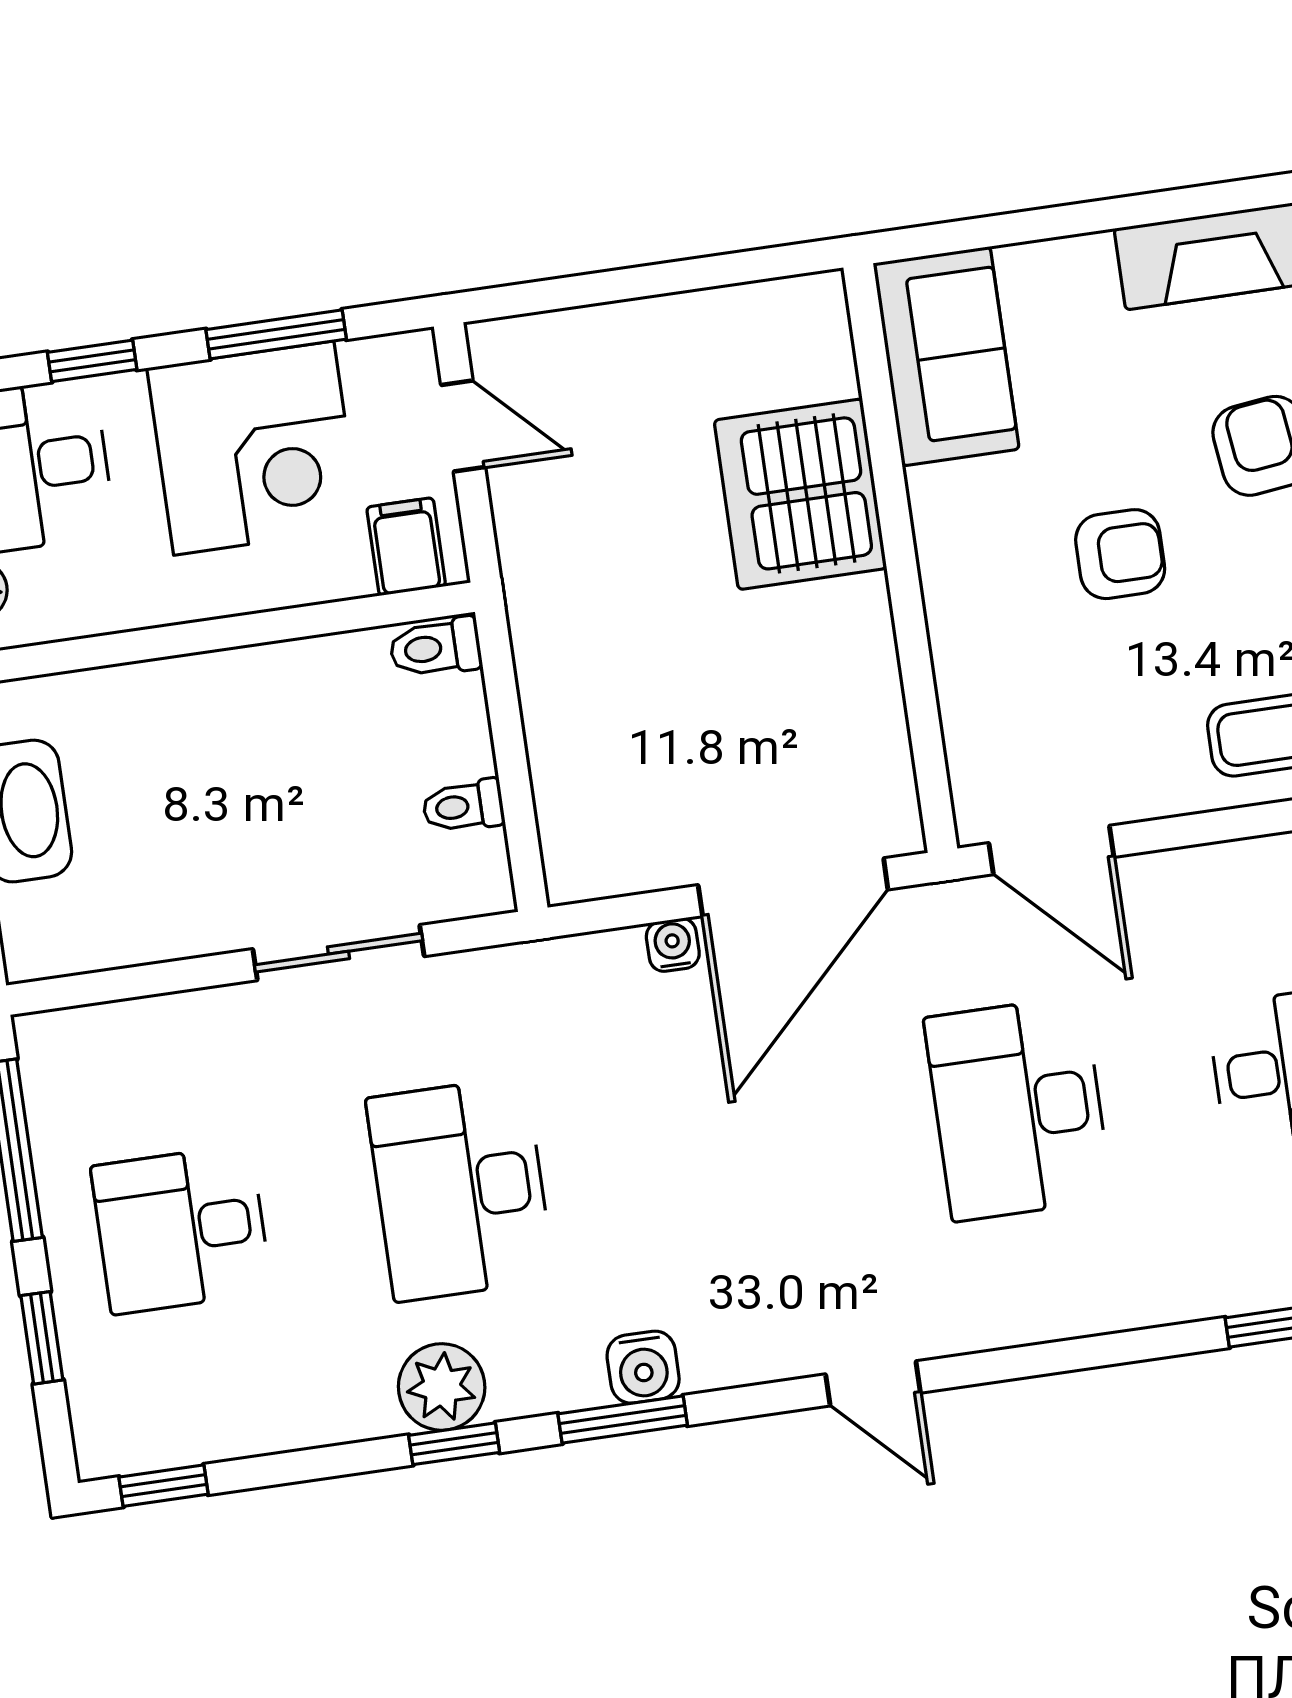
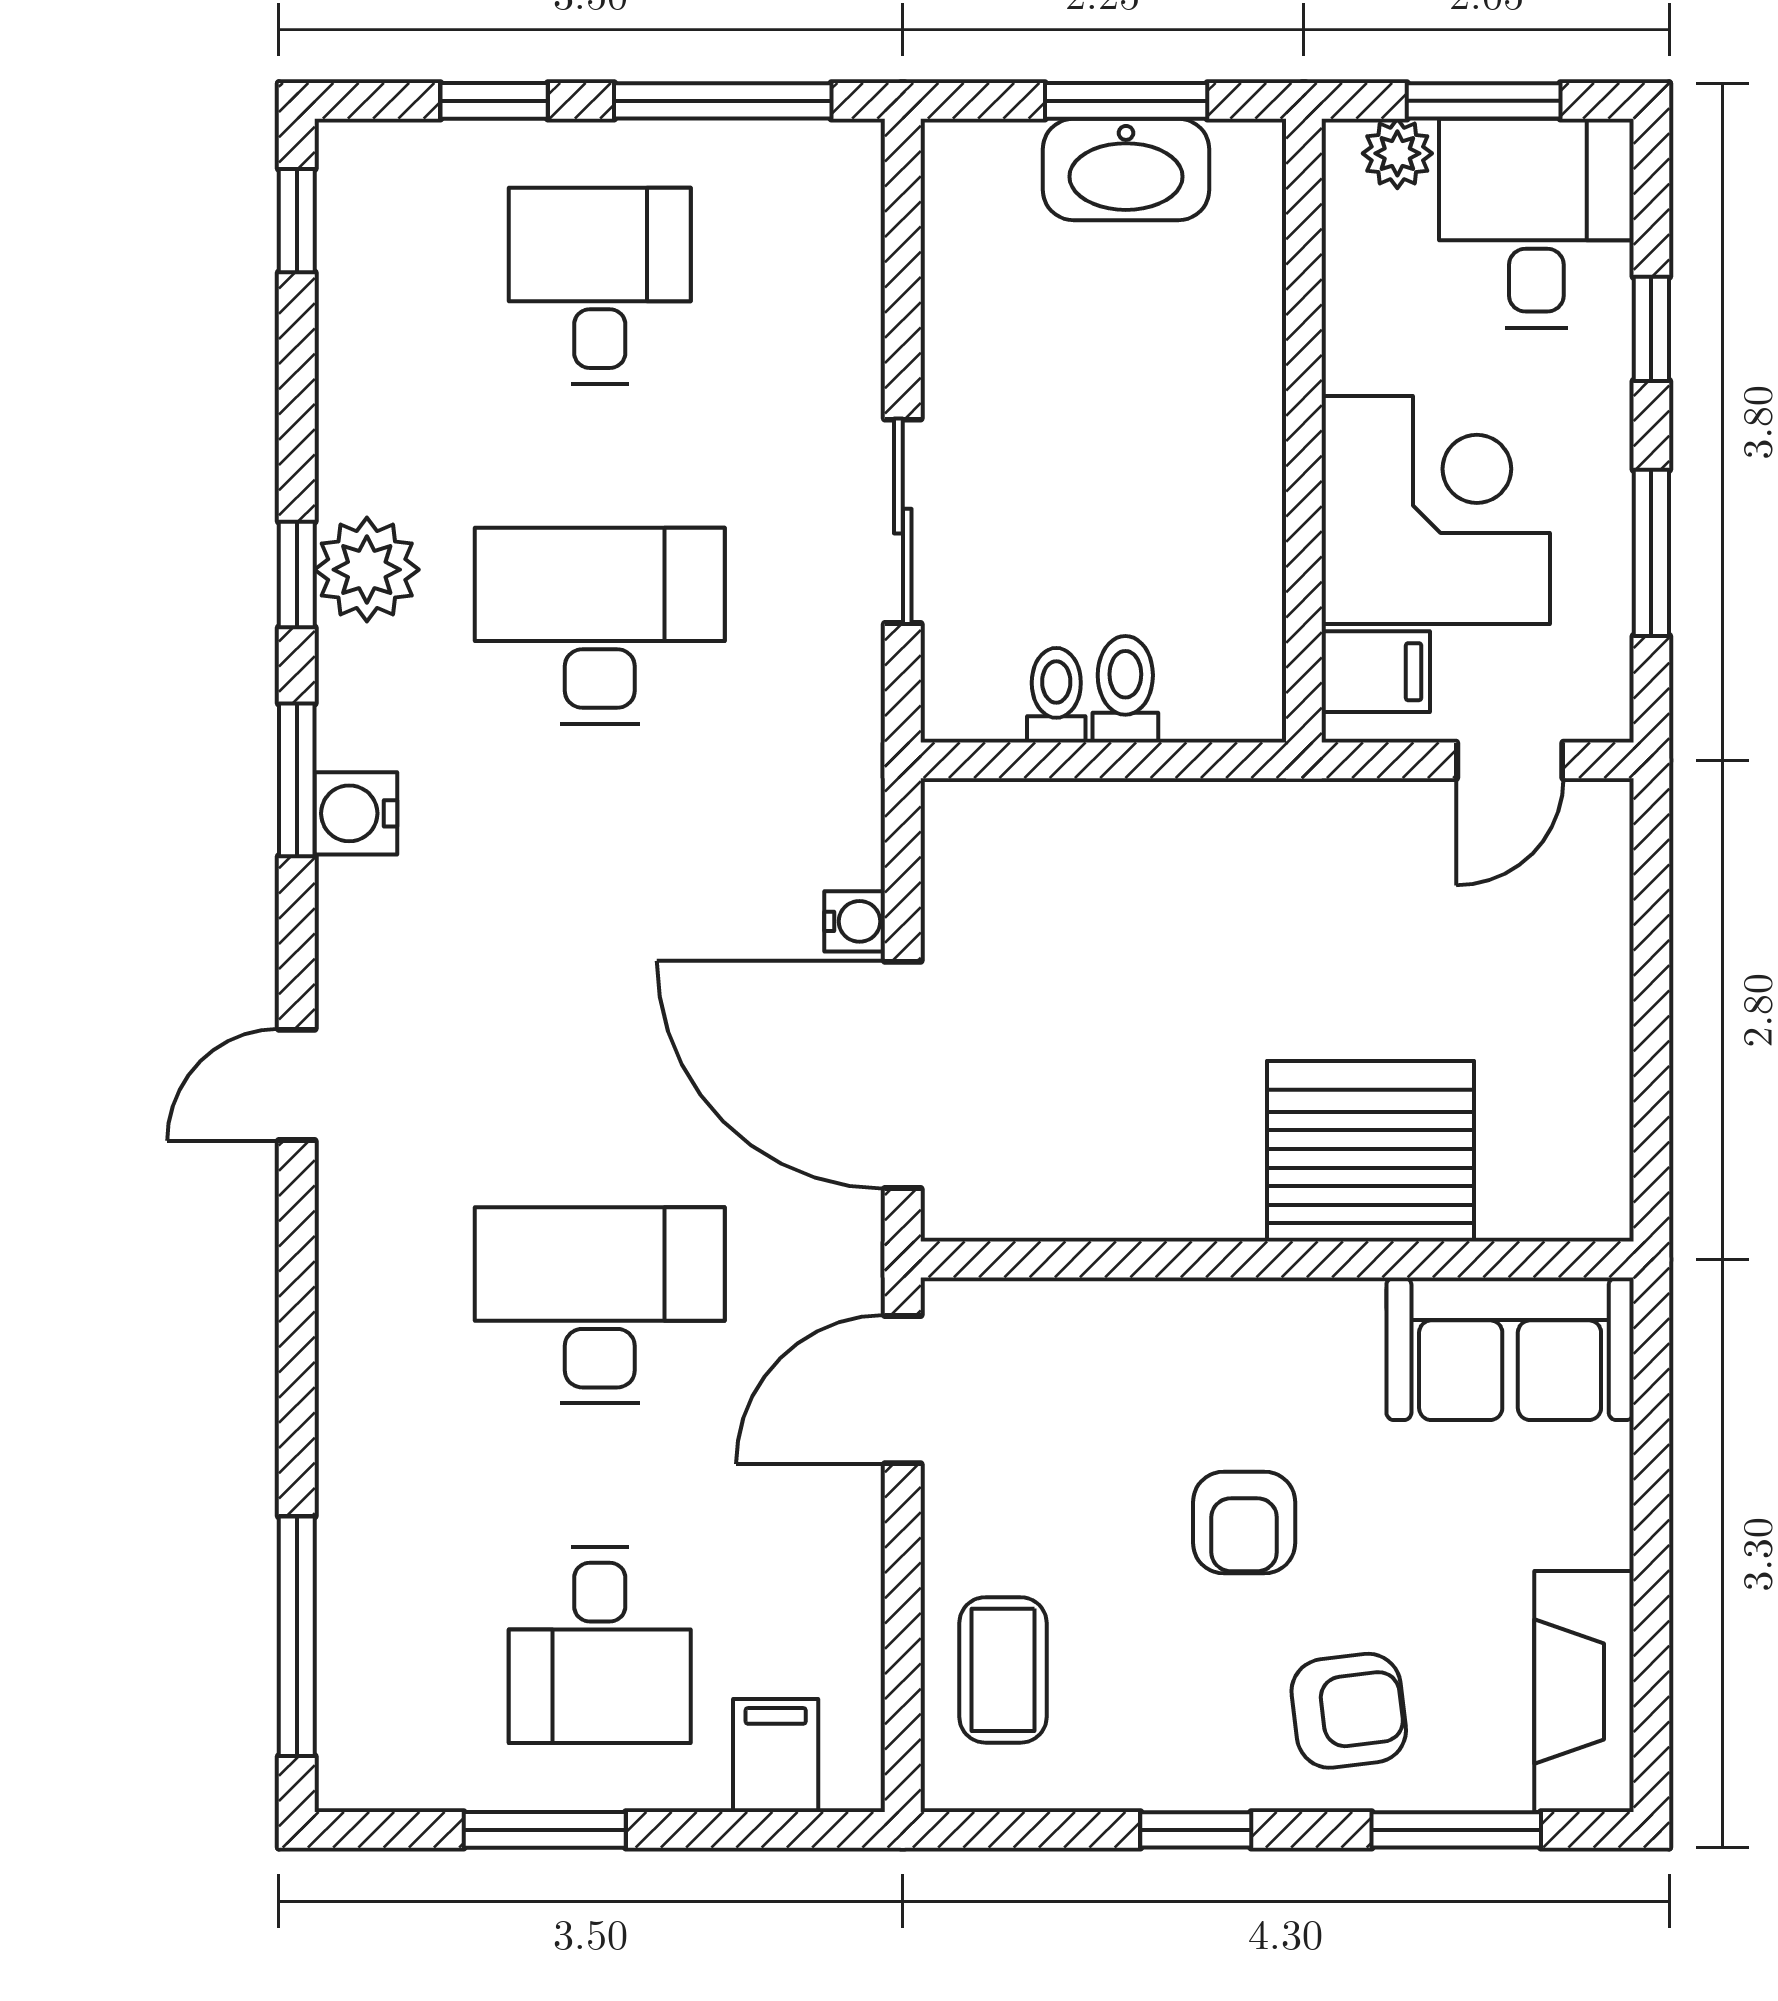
corner desk: (254, 448) -> (1436, 510), moved, turned 180
toilet: (435, 648) -> (1125, 689), moved

